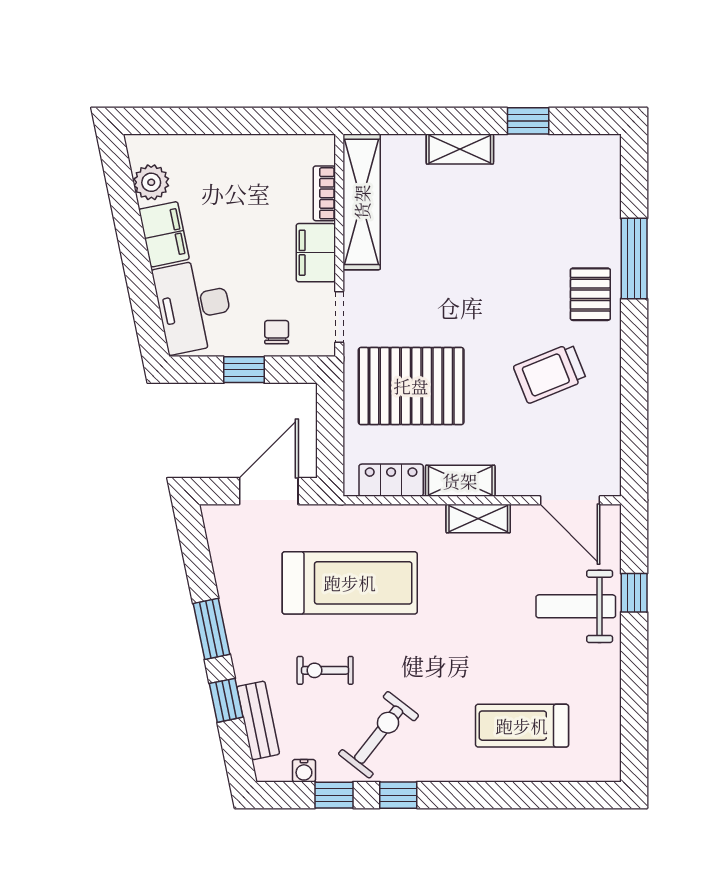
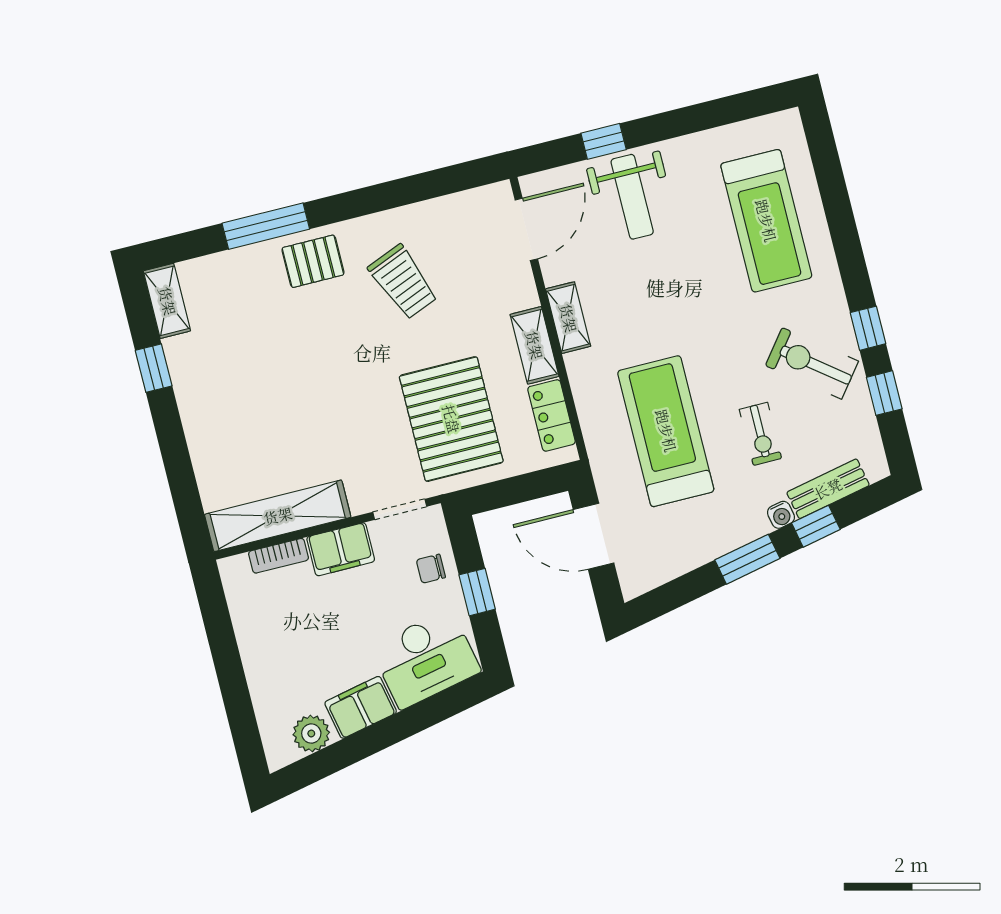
shelving: (460, 149) -> (167, 301), moved
treadmill: (522, 726) -> (766, 221), width x1.37, depth x1.38
water cooler: (304, 771) -> (781, 515), moved, turned 78

